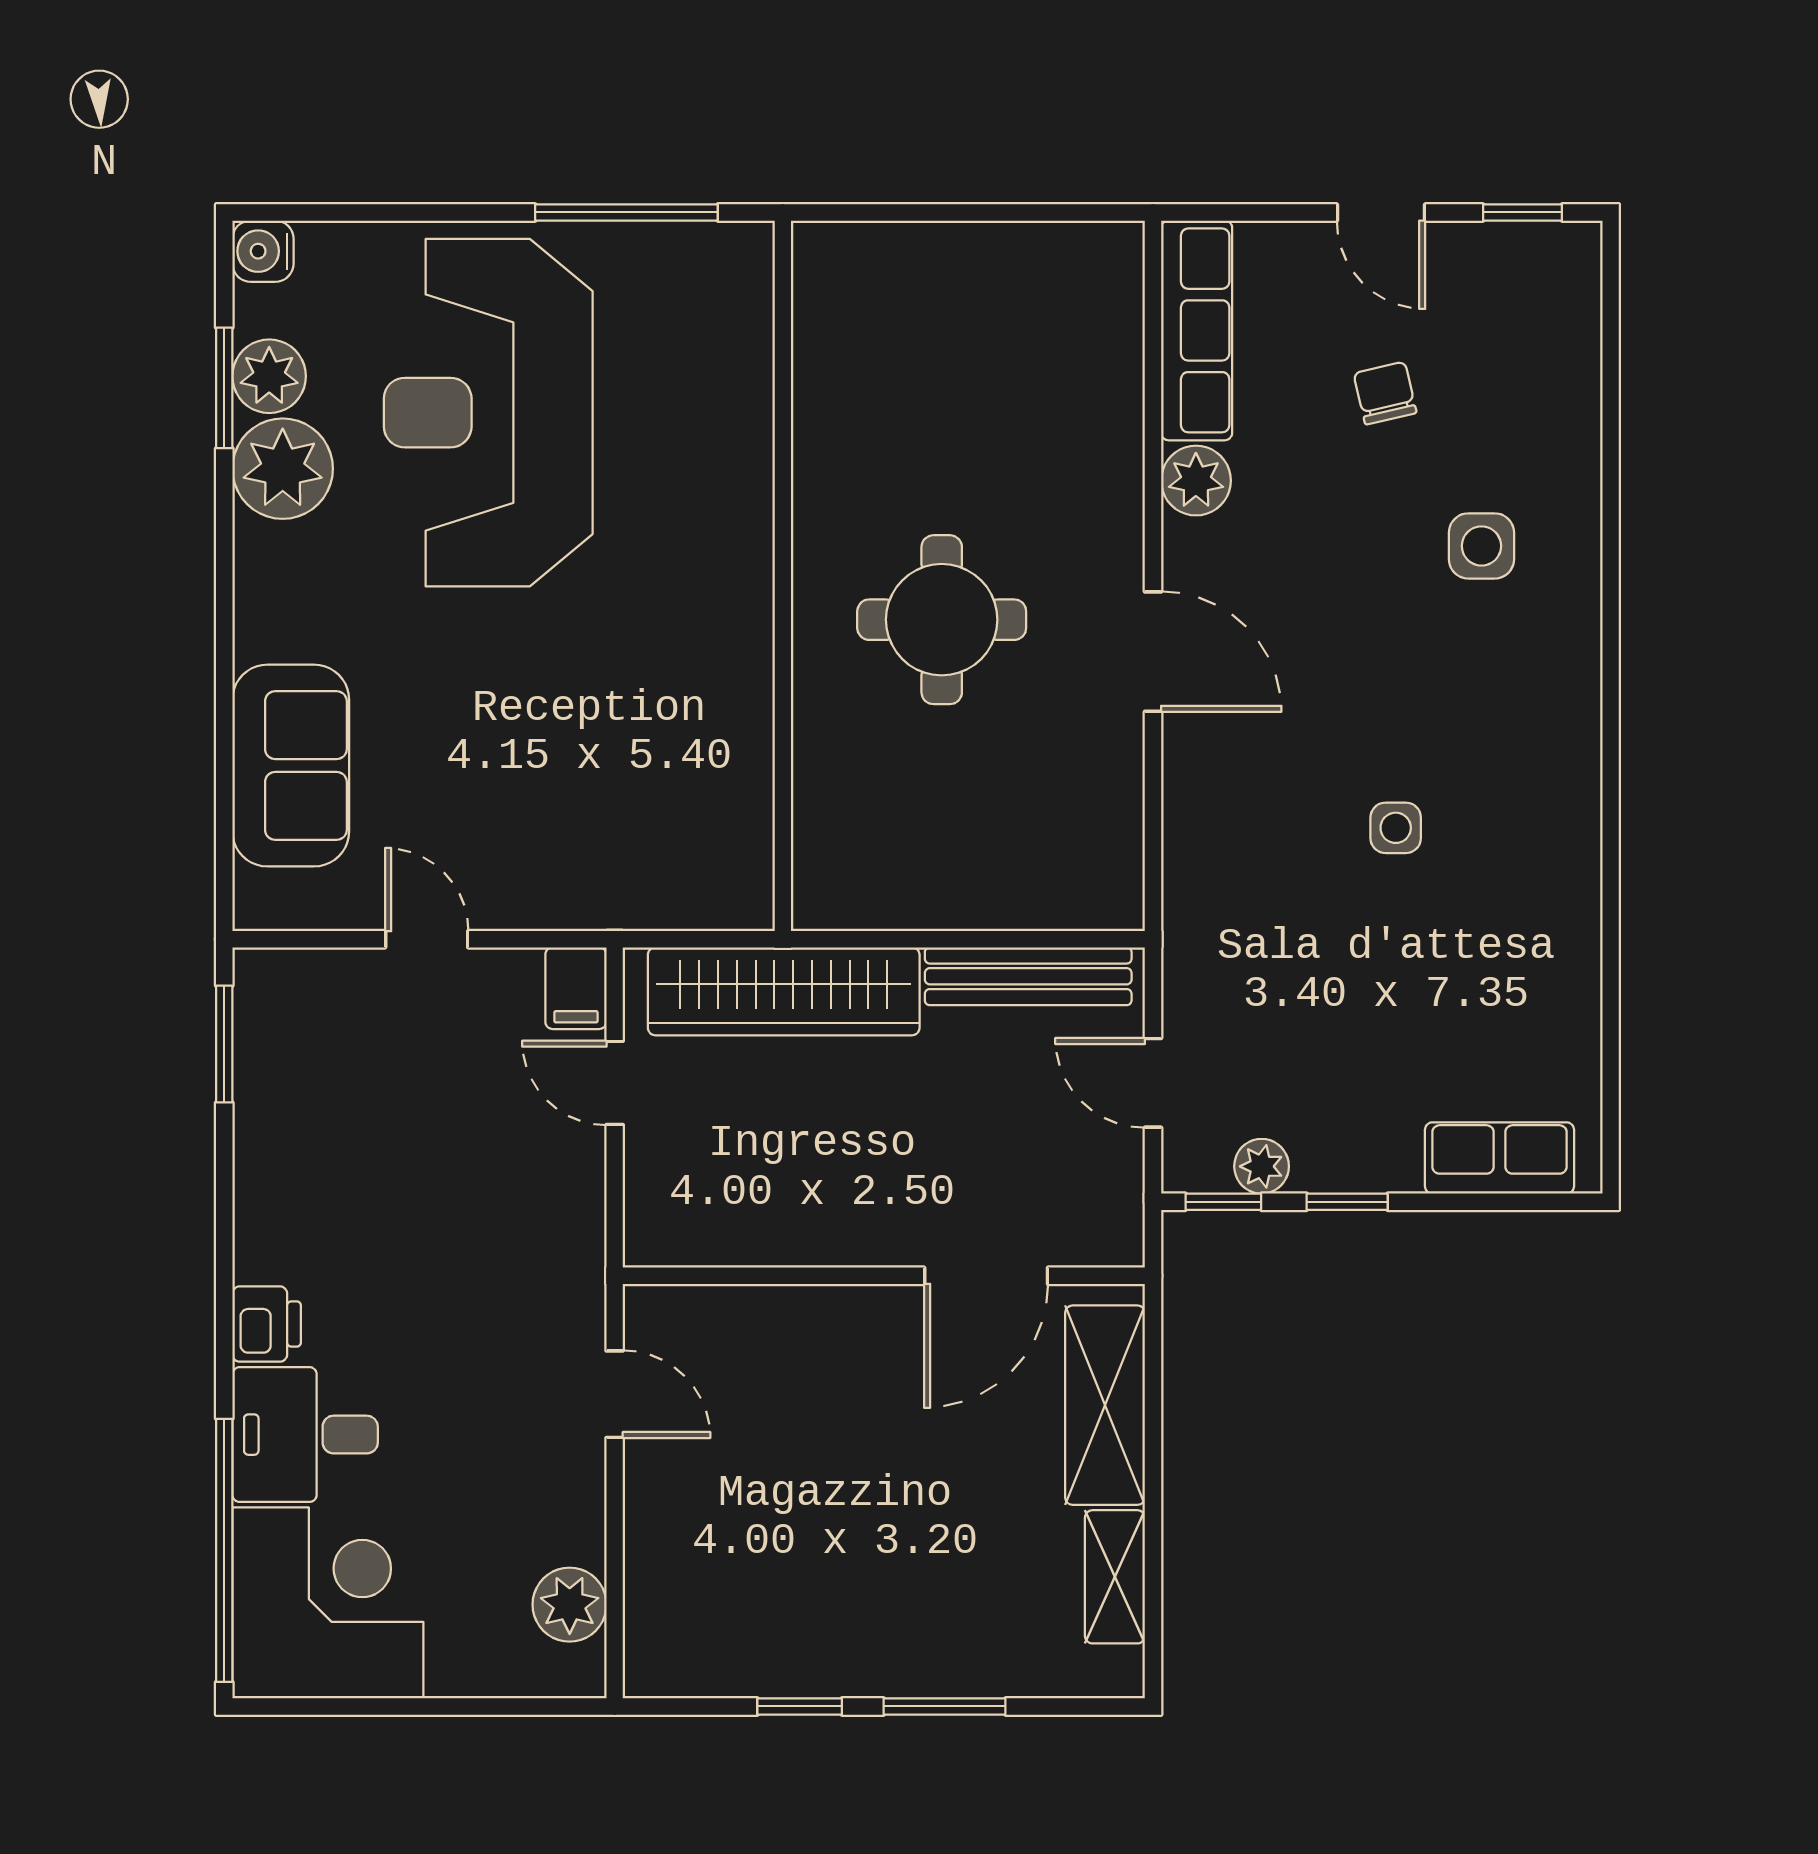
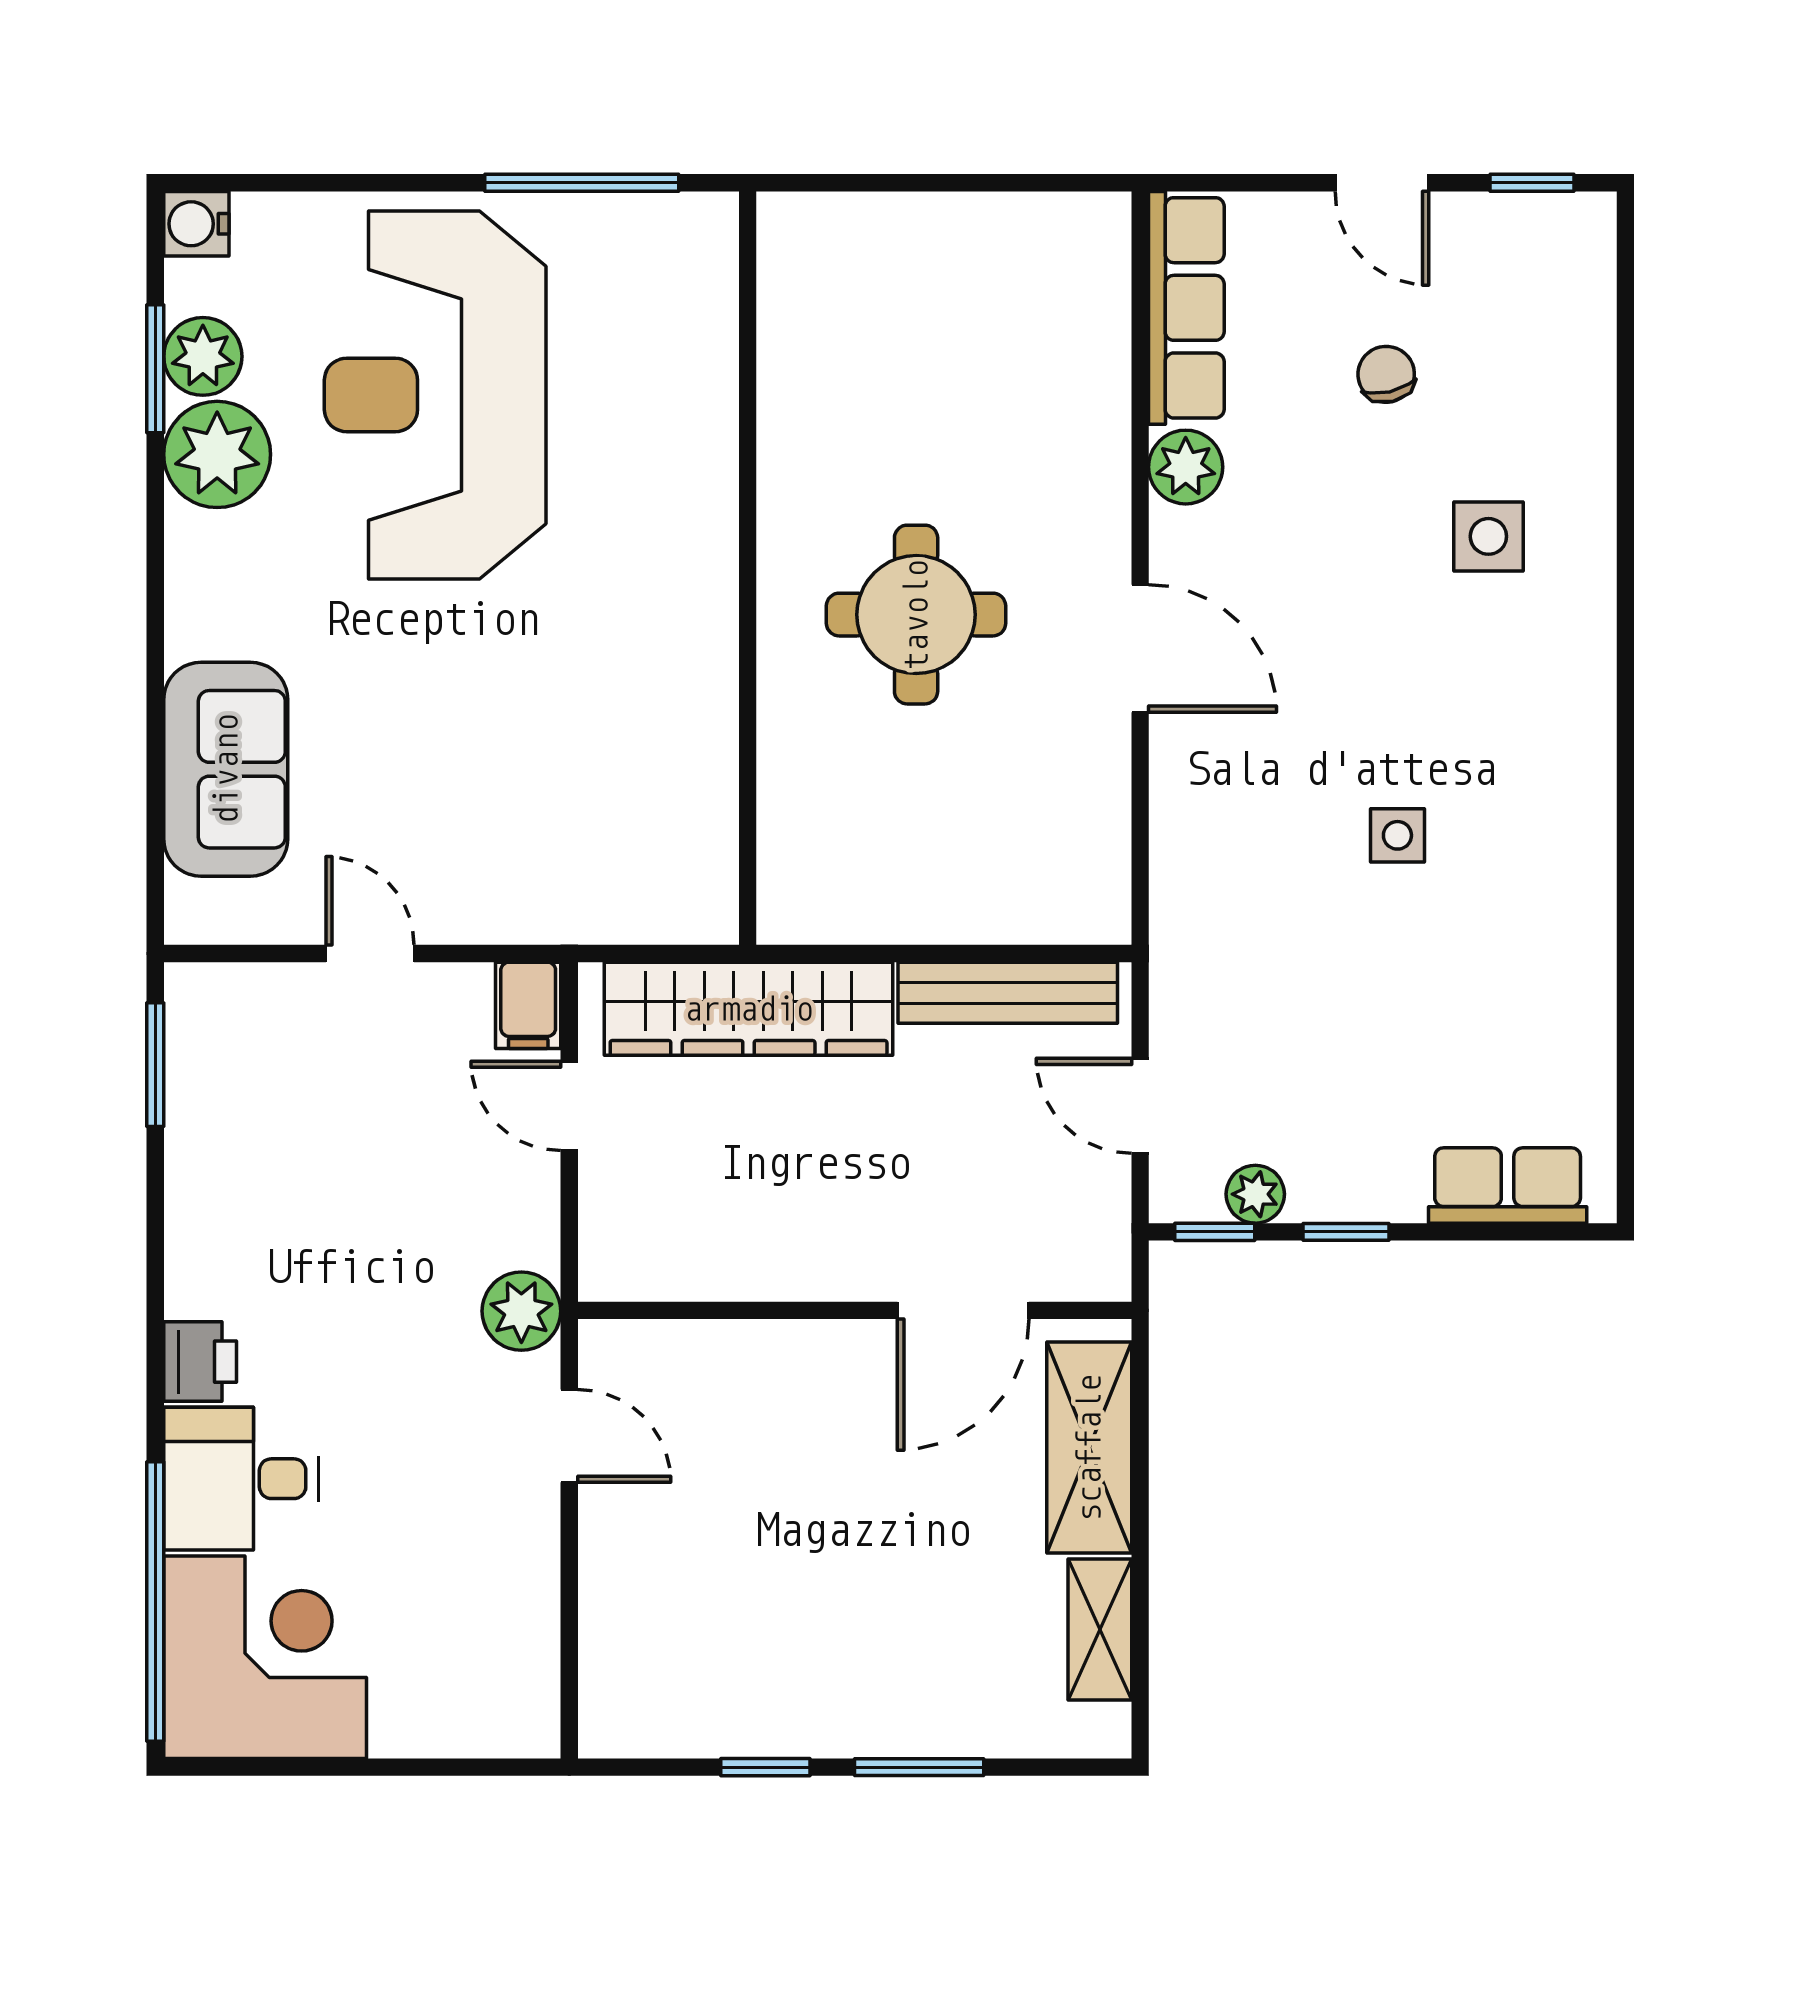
plant: (570, 1605) -> (521, 1311), moved

